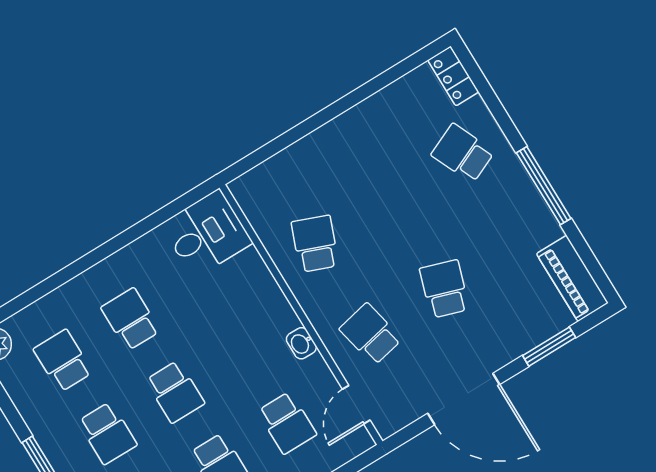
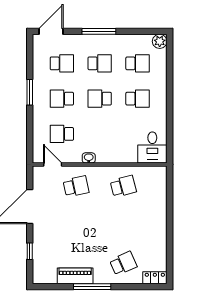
school desk: (315, 244) -> (123, 186), turned -36
piano: (572, 278) -> (75, 276), moved
school desk: (444, 289) -> (76, 225), removed
window: (549, 347) -> (30, 251), width x0.67
school desk: (107, 433) -> (100, 63), turned 180

